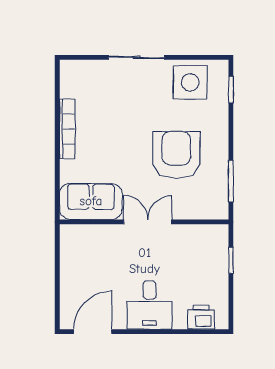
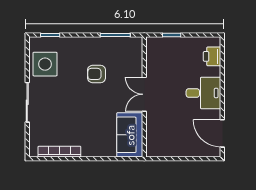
bookcase: (67, 129) -> (59, 152), moved
armchair: (176, 155) -> (97, 74), width x0.53, depth x0.53

